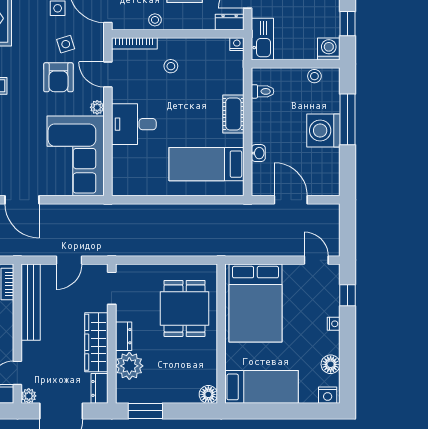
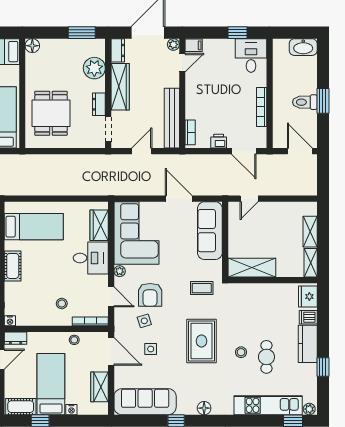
armchair: (58, 77) -> (150, 295), turned 180
wardrobe: (123, 166) -> (99, 225), added
dresser: (124, 336) -> (99, 104), moved

